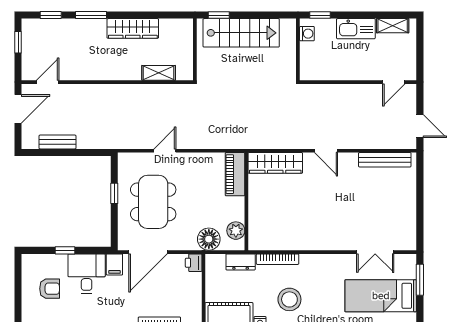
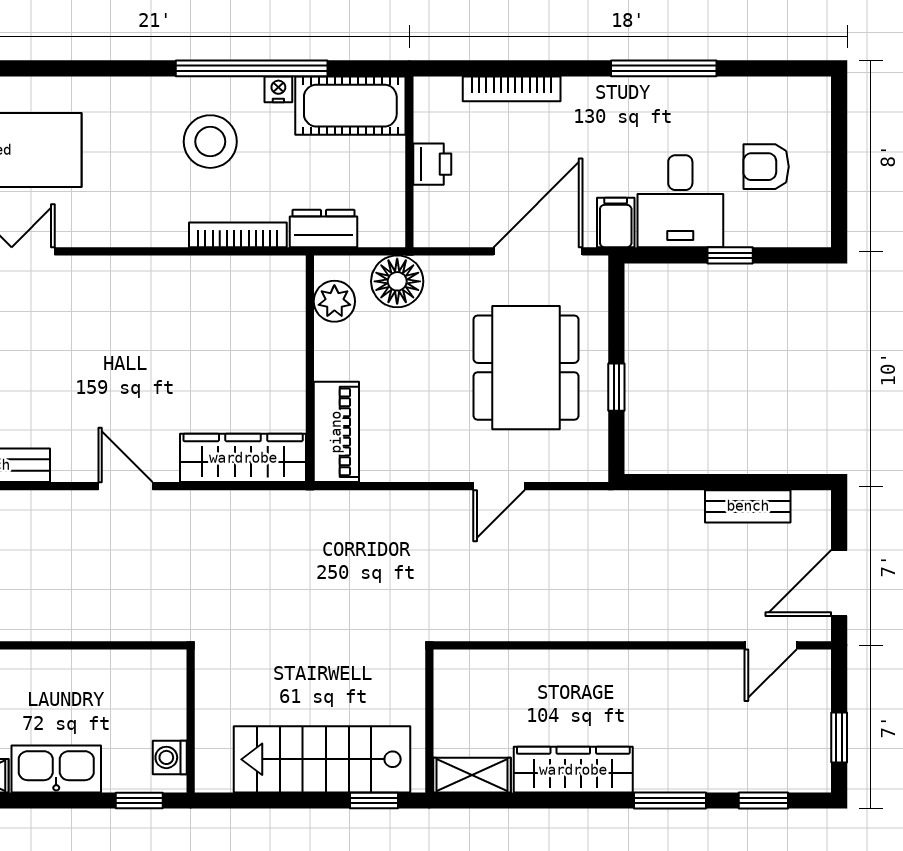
shelving: (159, 73) -> (472, 775), moved
printer: (194, 263) -> (432, 164), moved

